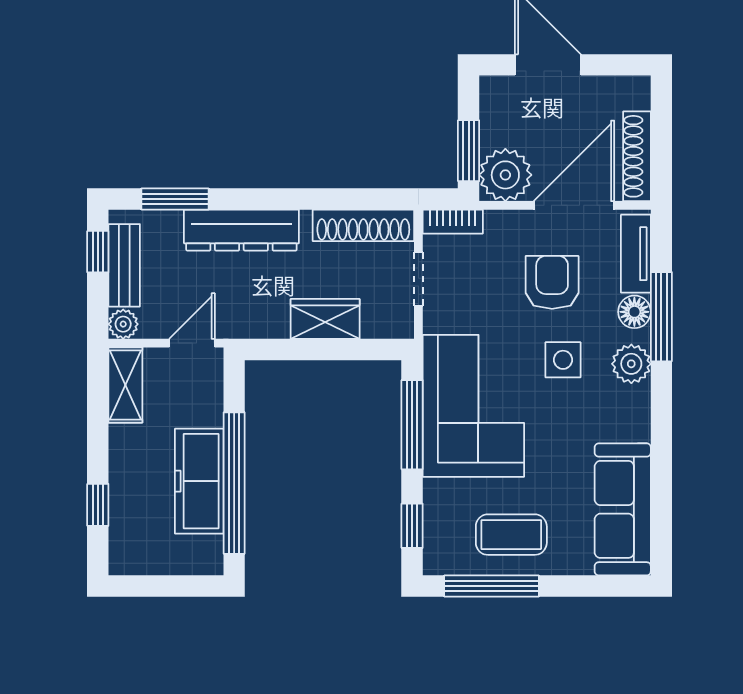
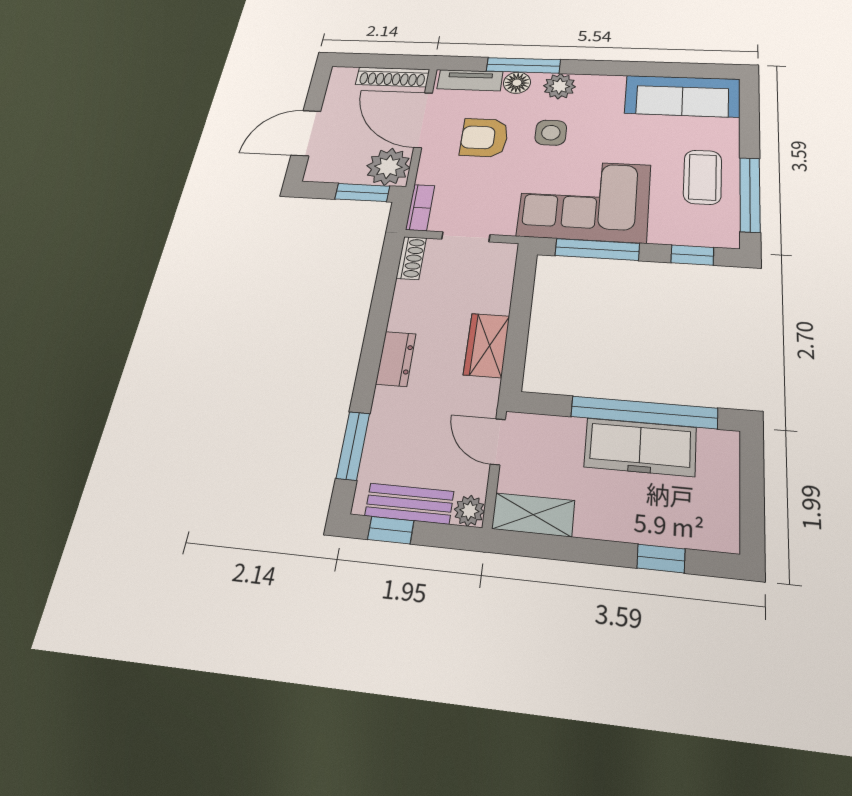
shoe rack: (363, 225) -> (411, 258), width x0.51, depth x0.81
dresser: (241, 230) -> (396, 359), width x0.51, depth x0.80
wardrobe: (325, 319) -> (487, 345), moved

